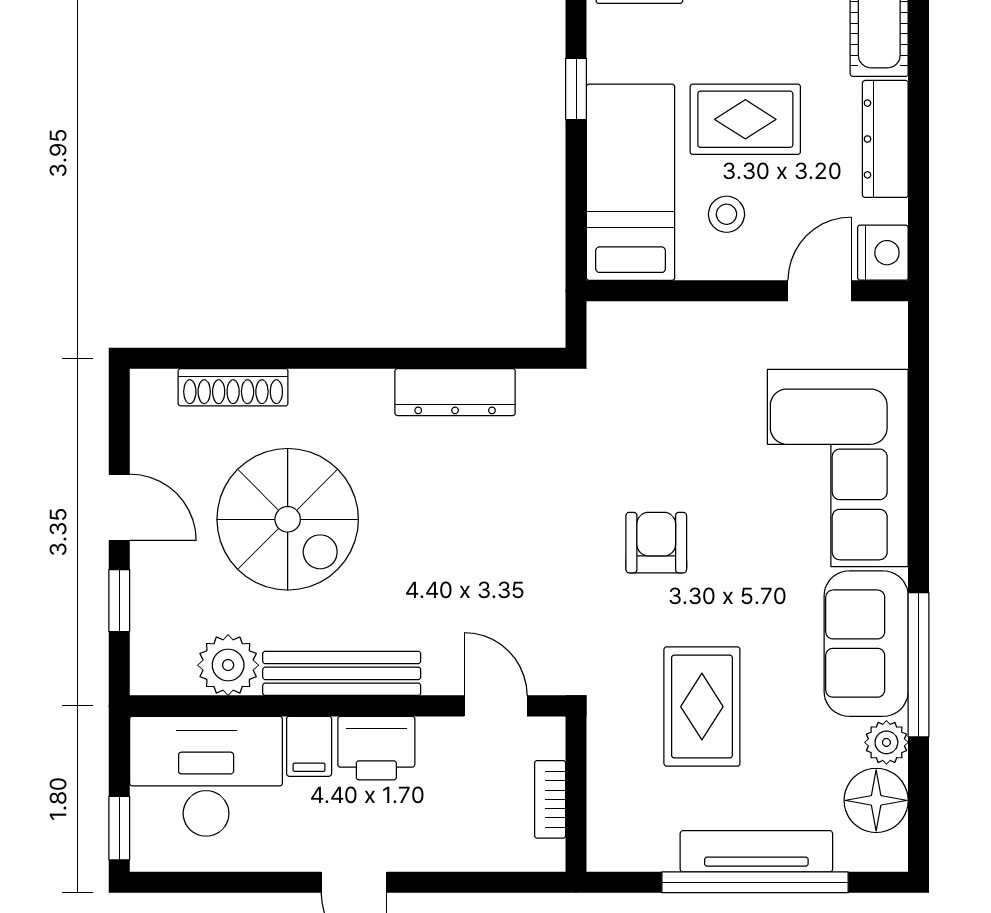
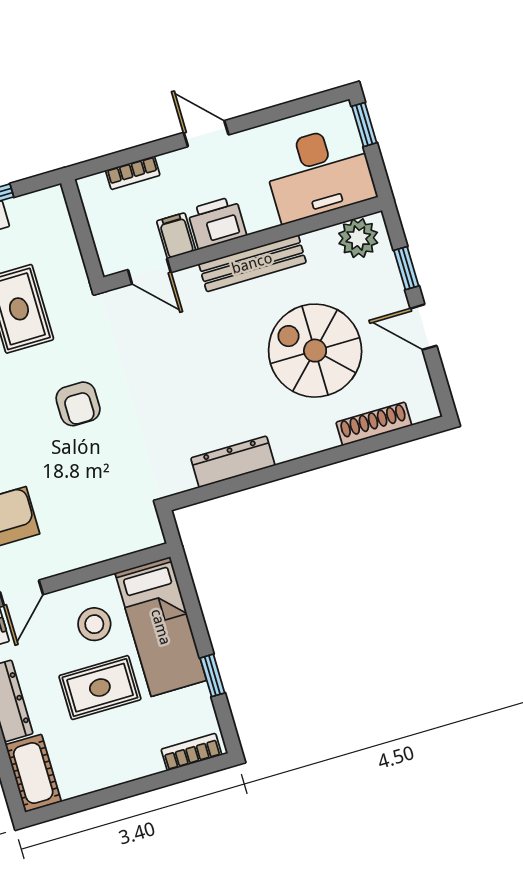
stool: (726, 214) -> (94, 624), width x1.37, depth x1.37
plant: (228, 665) -> (358, 238), moved
filing cabinet: (309, 746) -> (176, 236), moved
bookcase: (550, 799) -> (133, 173), moved, turned 90

